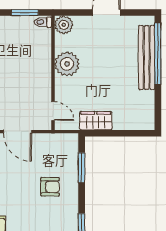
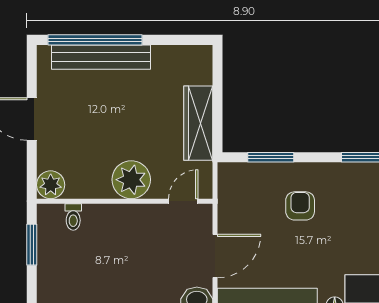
toilet: (43, 22) -> (73, 217), moved
plant: (67, 64) -> (131, 180), moved
wardrobe: (96, 121) -> (198, 123), width x1.50

